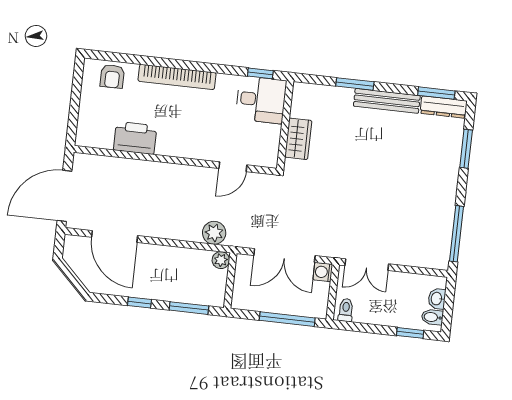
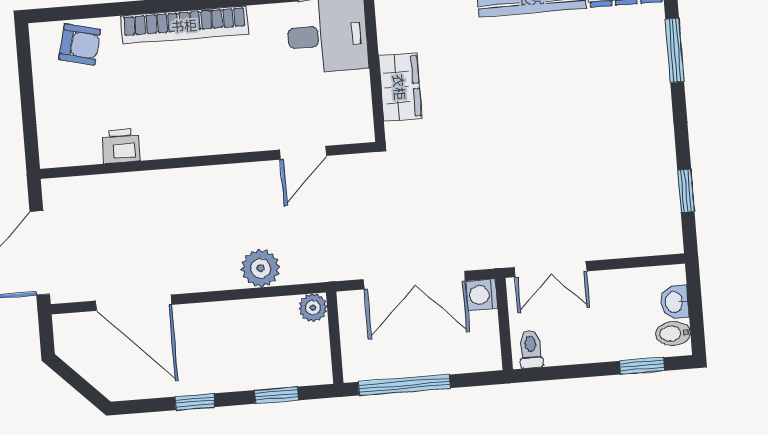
armchair: (112, 76) -> (80, 44), turned -76
printer: (135, 138) -> (121, 146), width x0.53, depth x0.68
plant: (214, 233) -> (261, 268), moved
window: (456, 234) -> (686, 191), width x0.46
window: (189, 308) -> (276, 395), width x0.67
window: (287, 319) -> (404, 385), moved

